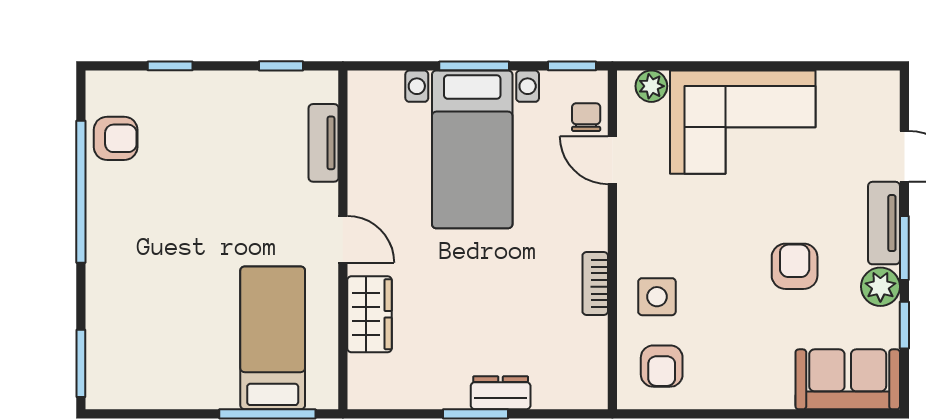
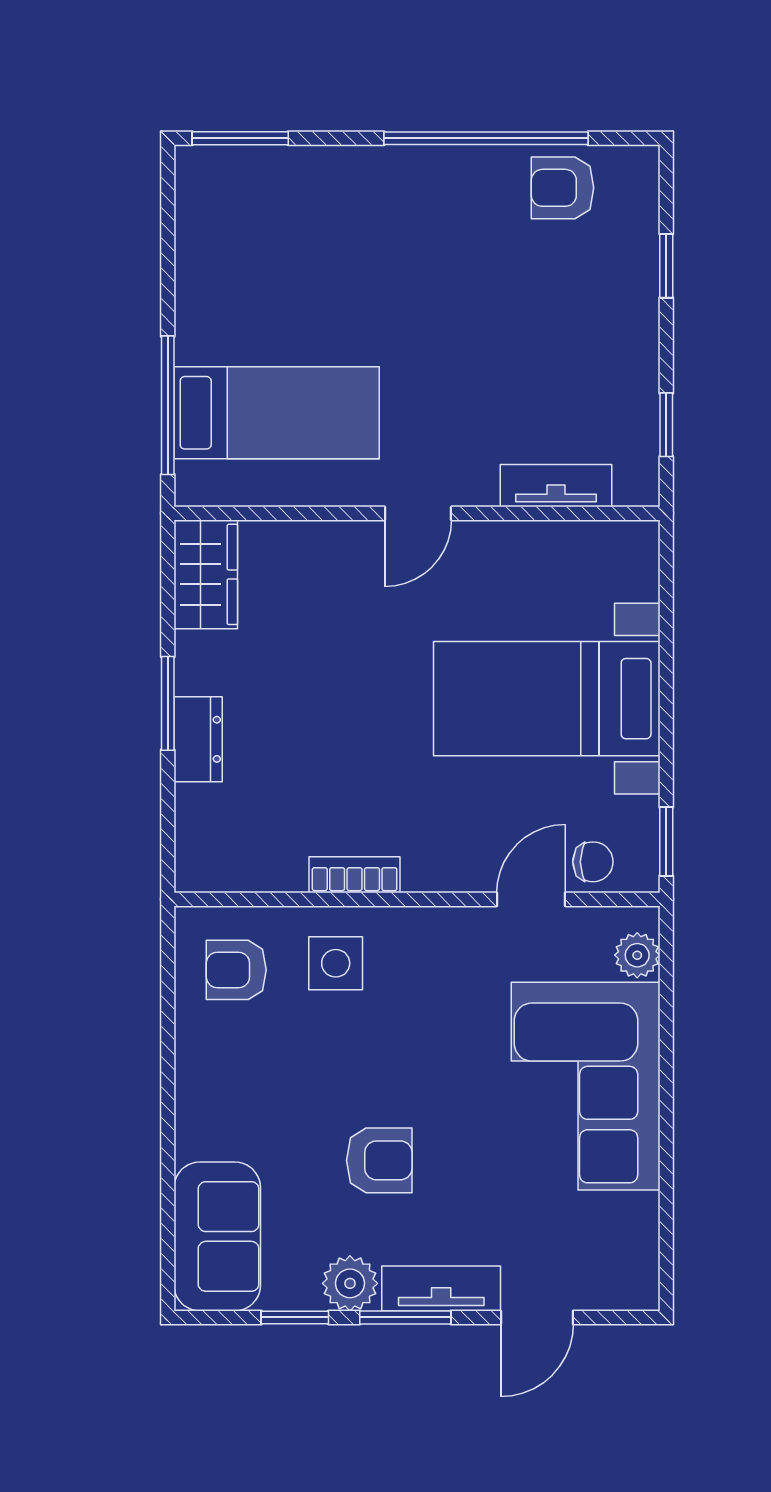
window: (474, 66) -> (666, 701), removed
armchair: (116, 138) -> (562, 188), turned 90
wardrobe: (369, 314) -> (206, 574), moved, turned -90

